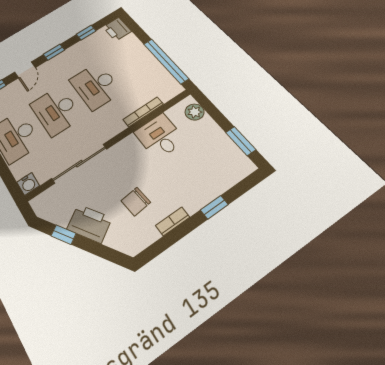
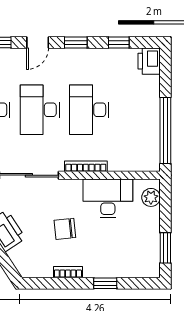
bookcase: (143, 112) -> (86, 166), moved
desk: (160, 136) -> (108, 198), width x1.37
chair: (136, 201) -> (65, 229), moved

